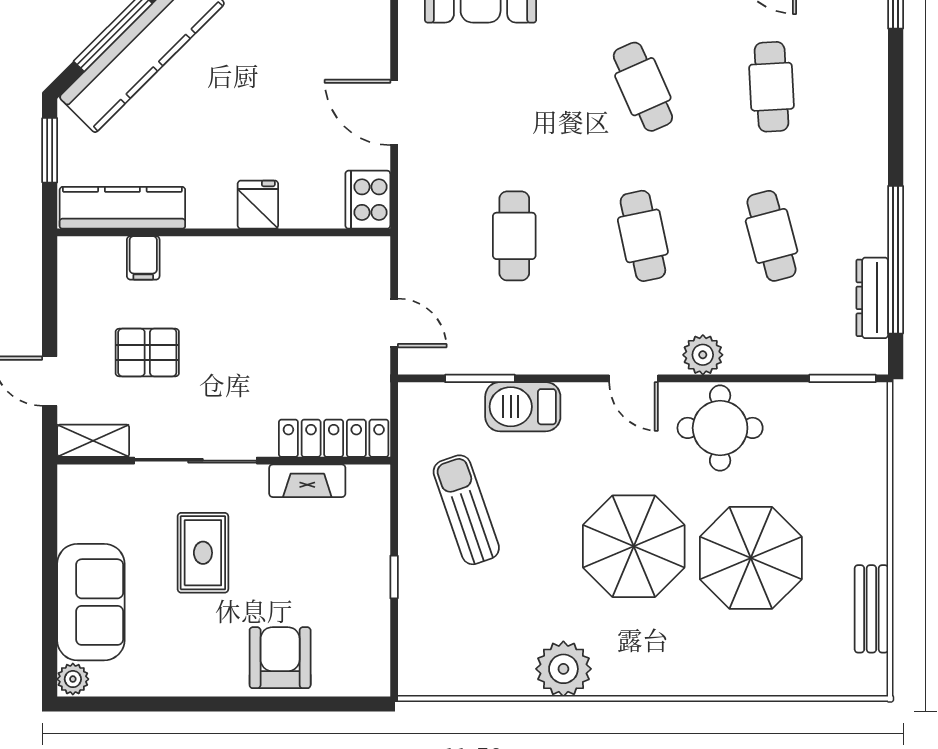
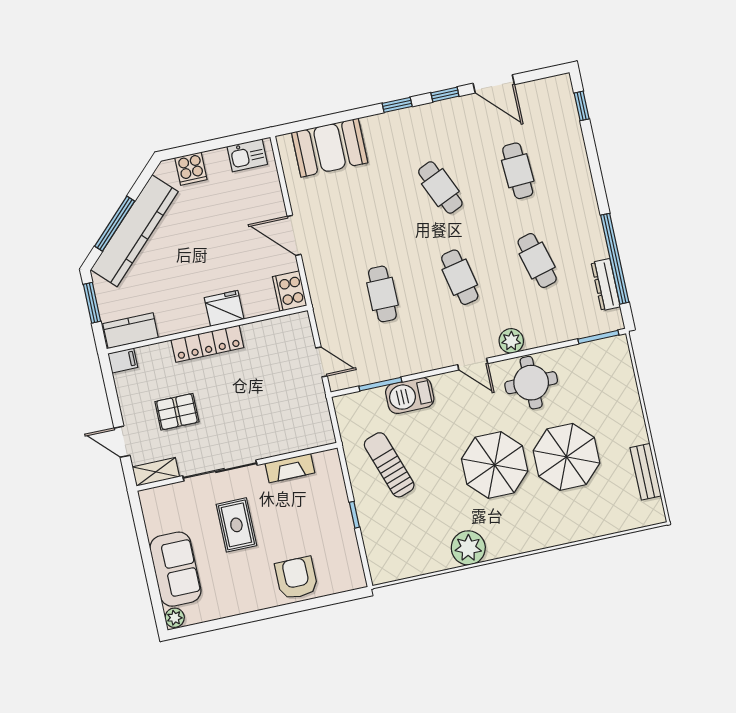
fridge: (258, 205) -> (224, 308), width x1.38
kitchen counter: (122, 208) -> (131, 331), width x0.67
filing cabinet: (143, 258) -> (123, 360), moved, turned -90
locker: (334, 438) -> (207, 344), moved, turned 180

